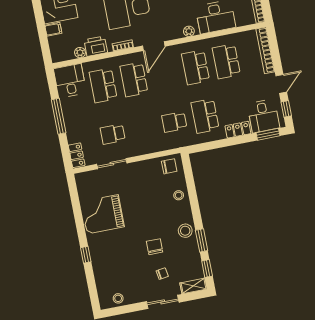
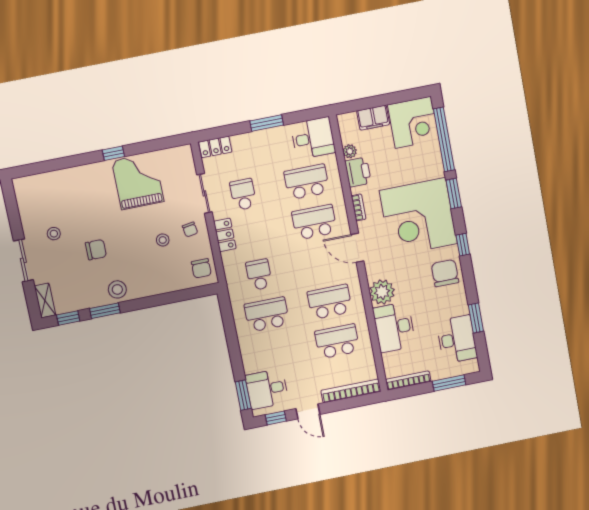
filing cabinet: (53, 29) -> (373, 118), width x2.00
plant: (189, 31) -> (382, 292), width x1.88, depth x1.88
window: (59, 116) -> (267, 123), width x0.69
locker: (238, 130) -> (225, 235), moved
stool: (179, 195) -> (163, 240), moved
window: (86, 255) -> (113, 153), moved
chair: (162, 274) -> (190, 229), moved
stool: (118, 298) -> (54, 234), moved

